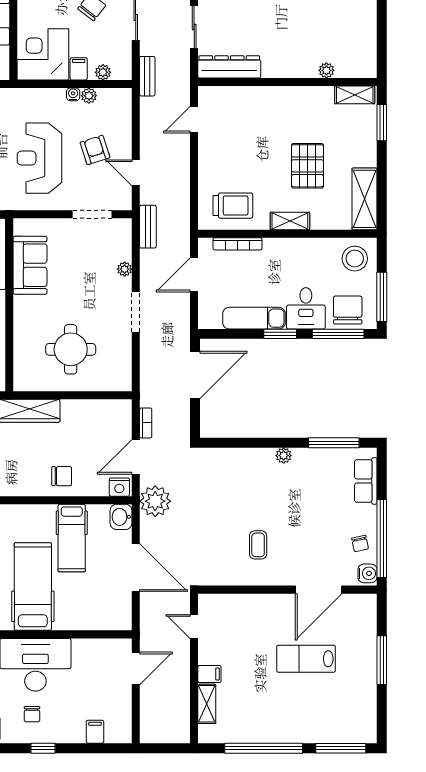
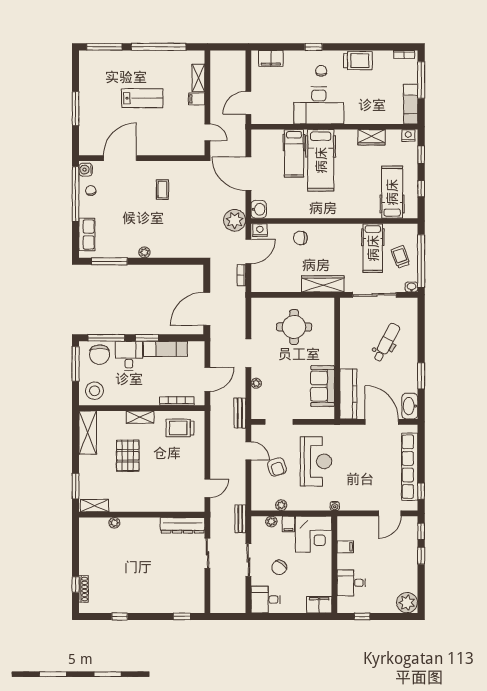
water cooler: (73, 94) -> (335, 506), moved
hospital bed: (72, 538) -> (294, 153), moved, turned 180
lab bench: (306, 659) -> (142, 98), moved
filing cabinet: (95, 732) -> (271, 58), width x2.00

